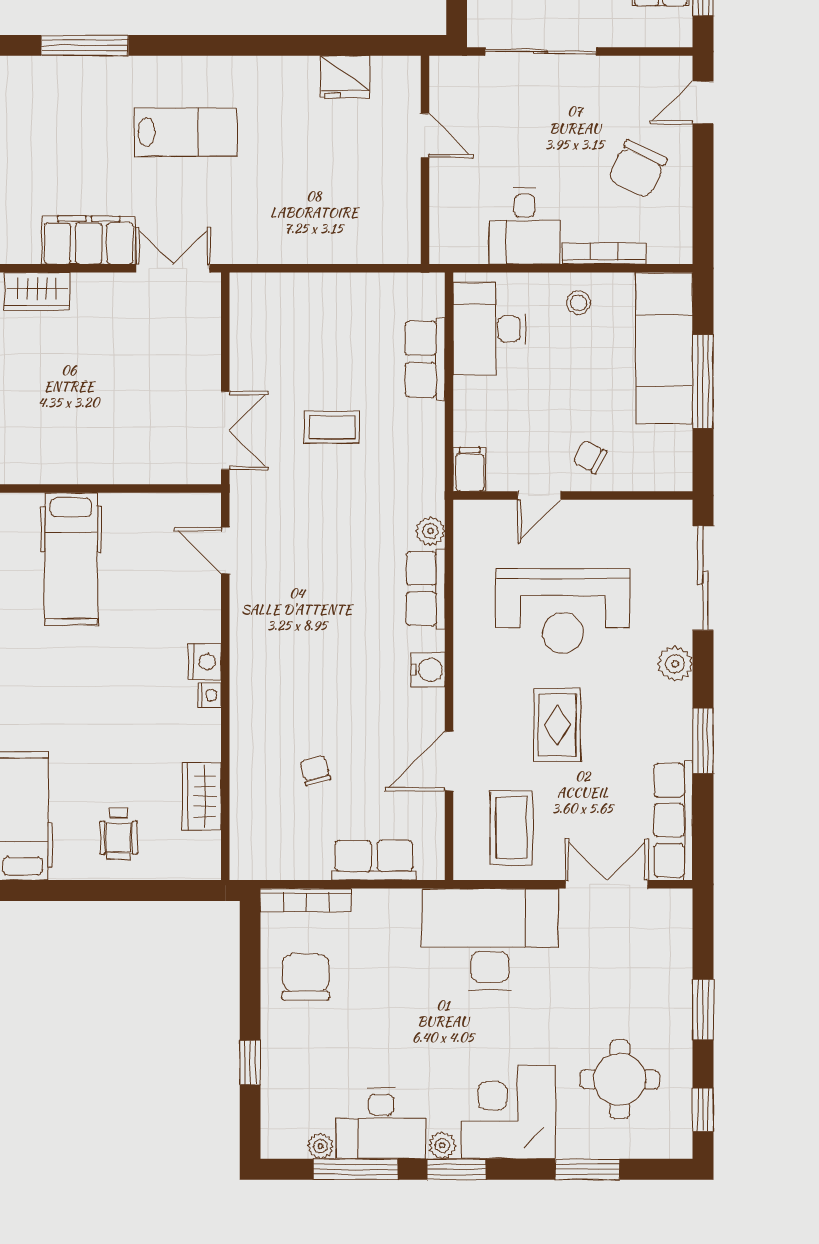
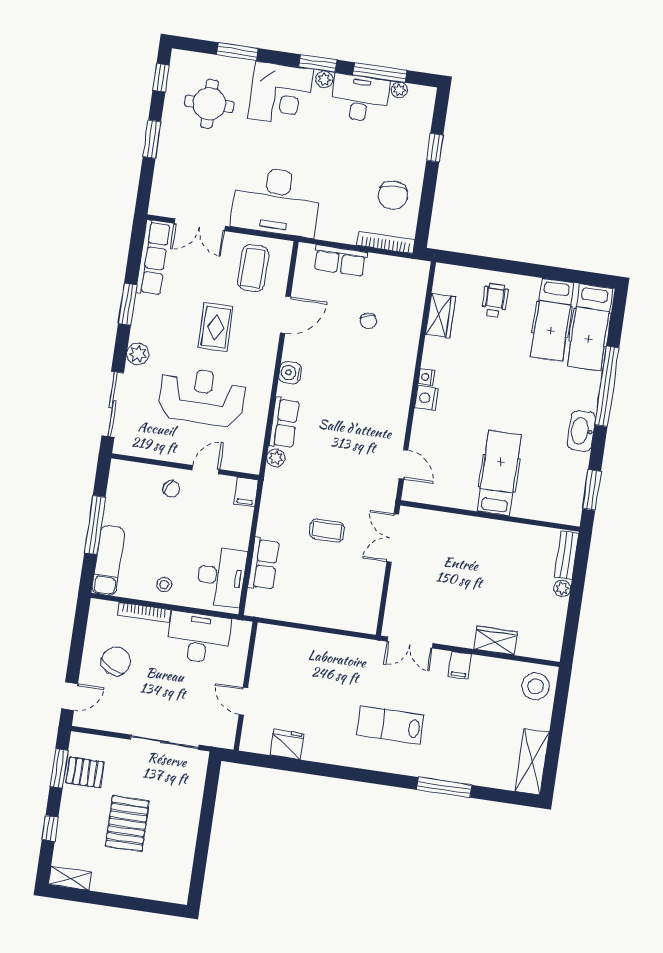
desk: (525, 226) -> (198, 638), width x1.37
filing cabinet: (89, 240) -> (460, 665), width x0.33, depth x0.86
exam couch: (664, 348) -> (108, 560), width x0.73, depth x0.69

